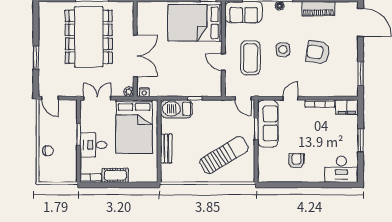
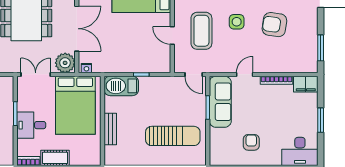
plant: (129, 92) -> (65, 63), width x1.88, depth x1.88
sun lounger: (224, 155) -> (173, 136), turned 31

